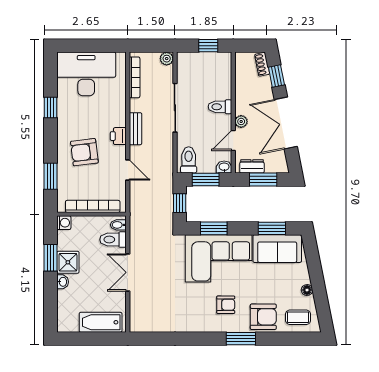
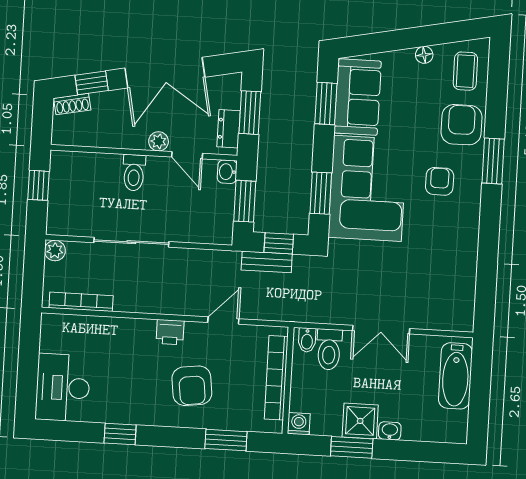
desk: (86, 74) -> (63, 388), width x0.73, depth x0.77
bench: (135, 129) -> (267, 262), moved
toilet: (189, 160) -> (213, 226), removed

